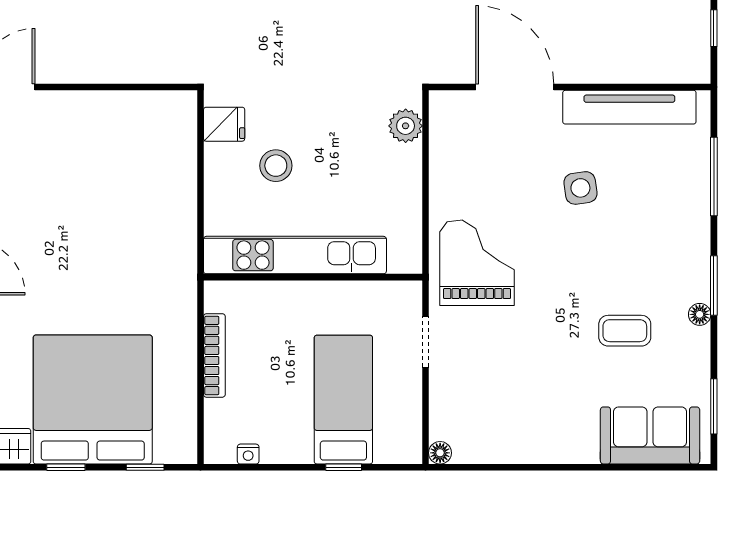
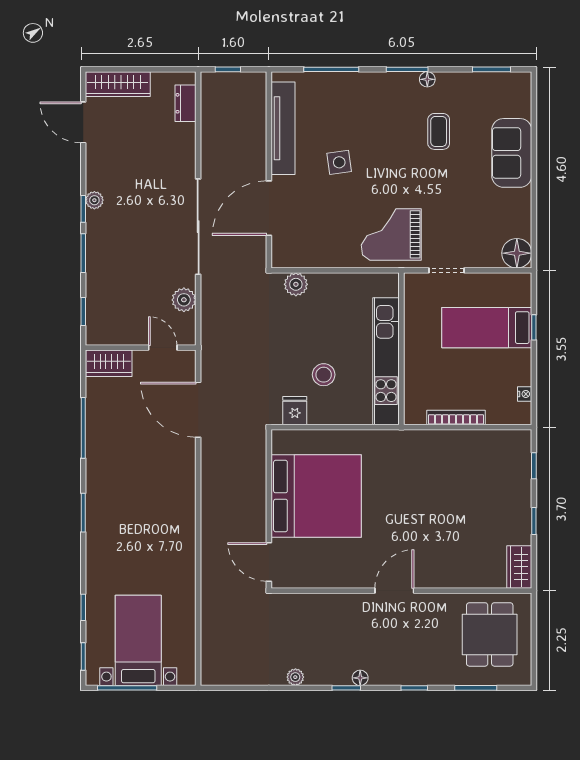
bed: (93, 400) -> (316, 496), moved, turned 180
sofa: (650, 435) -> (512, 153), moved
floor lamp: (440, 453) -> (517, 253), width x1.89, depth x1.89

